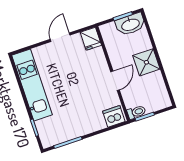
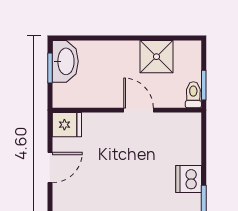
door: (60, 37) -> (50, 167), swing flipped
shower: (146, 62) -> (156, 57), moved
dishwasher: (114, 116) -> (189, 179), moved

